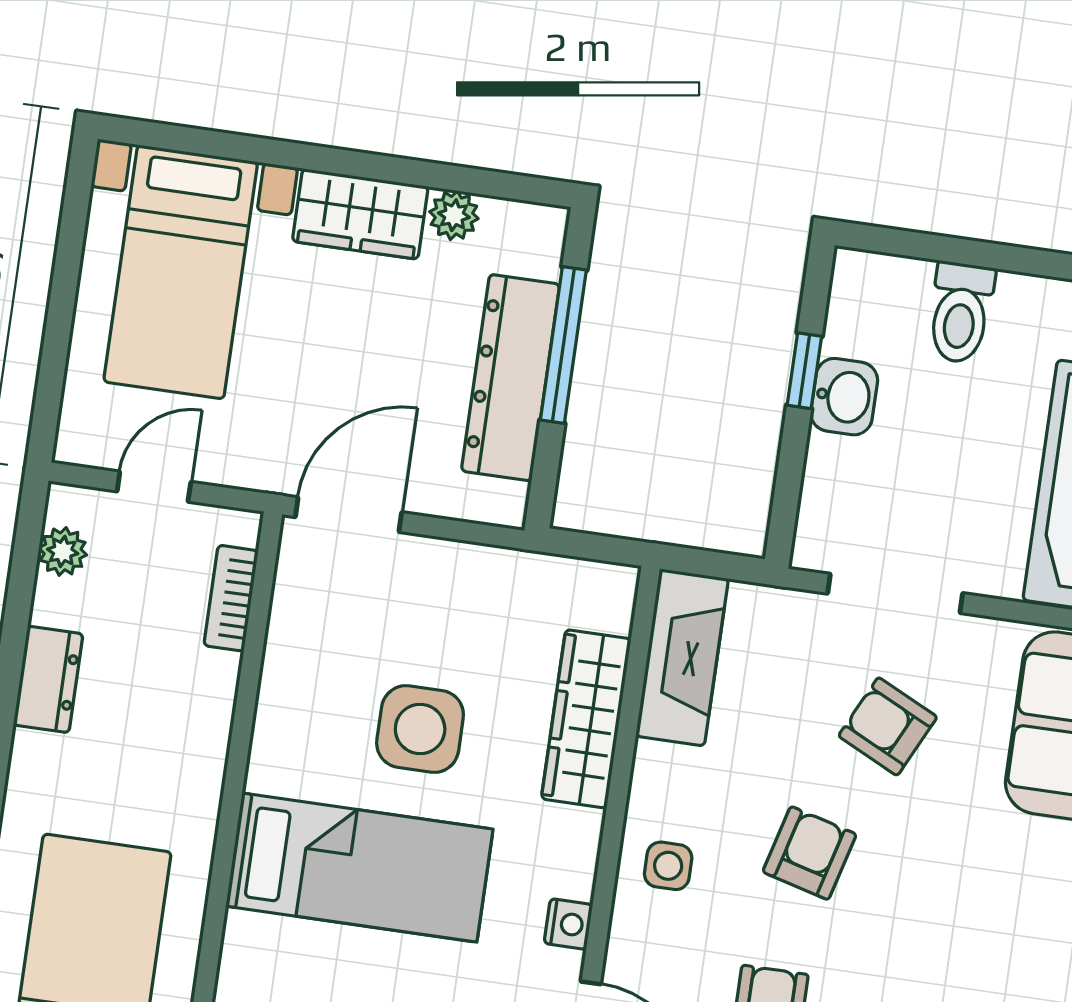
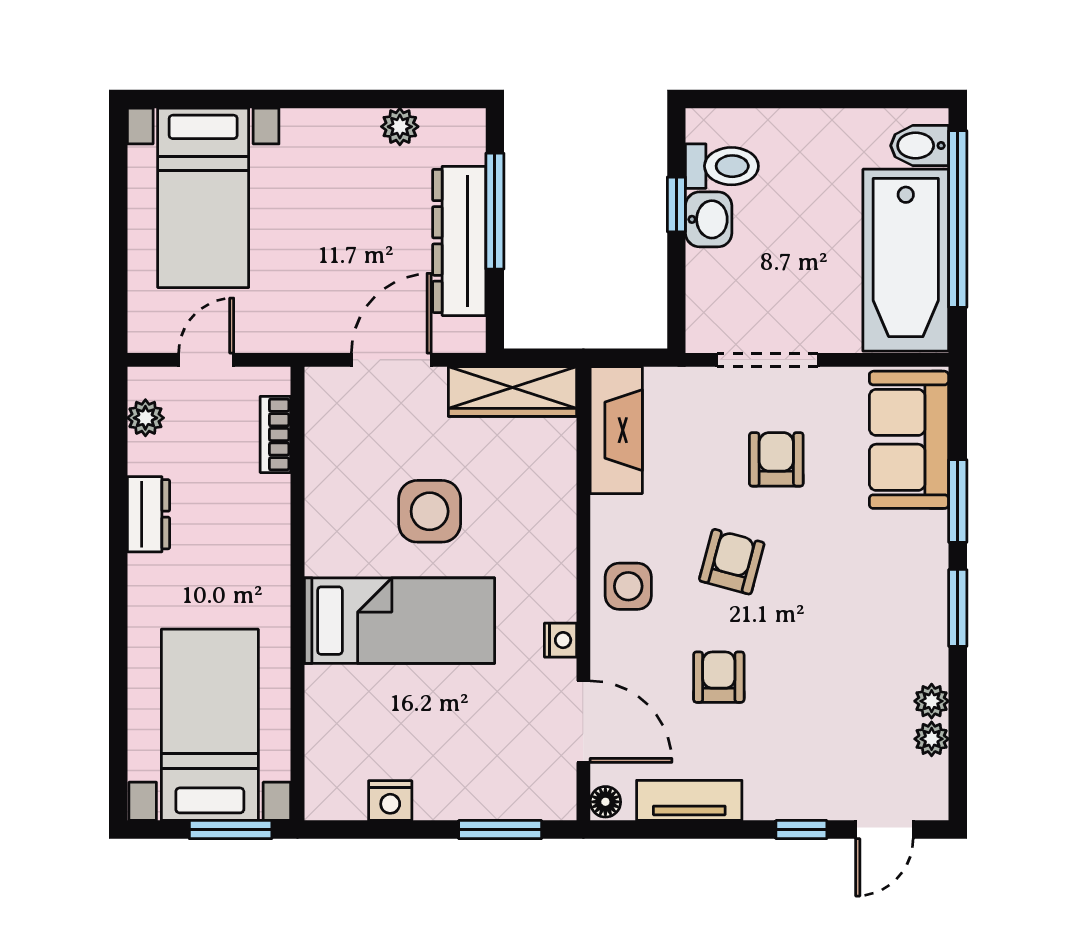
wardrobe: (360, 214) -> (330, 136), removed
toilet: (961, 313) -> (722, 166), moved, turned -90
door: (348, 515) -> (391, 360), moved
wardrobe: (586, 719) -> (512, 391), moved, turned -90
armchair: (888, 726) -> (776, 459), turned 64
side table: (668, 866) -> (628, 586), width x1.37, depth x1.37

